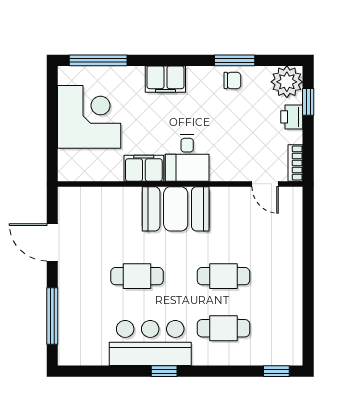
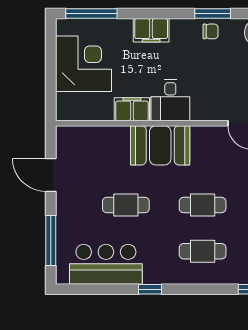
bar counter: (150, 343) -> (106, 264), moved

